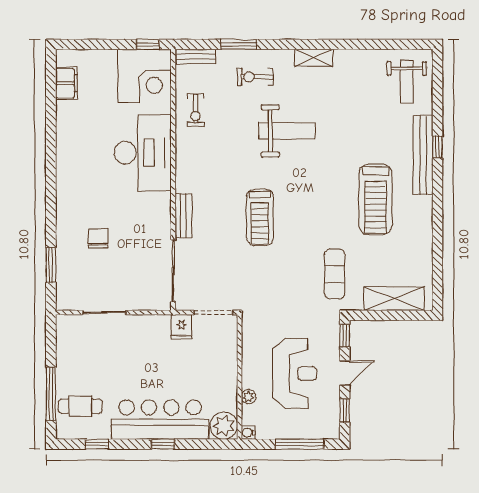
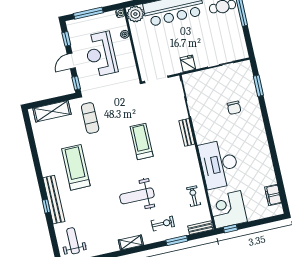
fridge: (181, 327) -> (188, 64), moved

